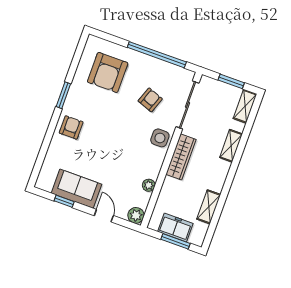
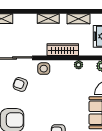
shelving: (231, 146) -> (48, 18), moved
wardrobe: (181, 157) -> (63, 50), moved

